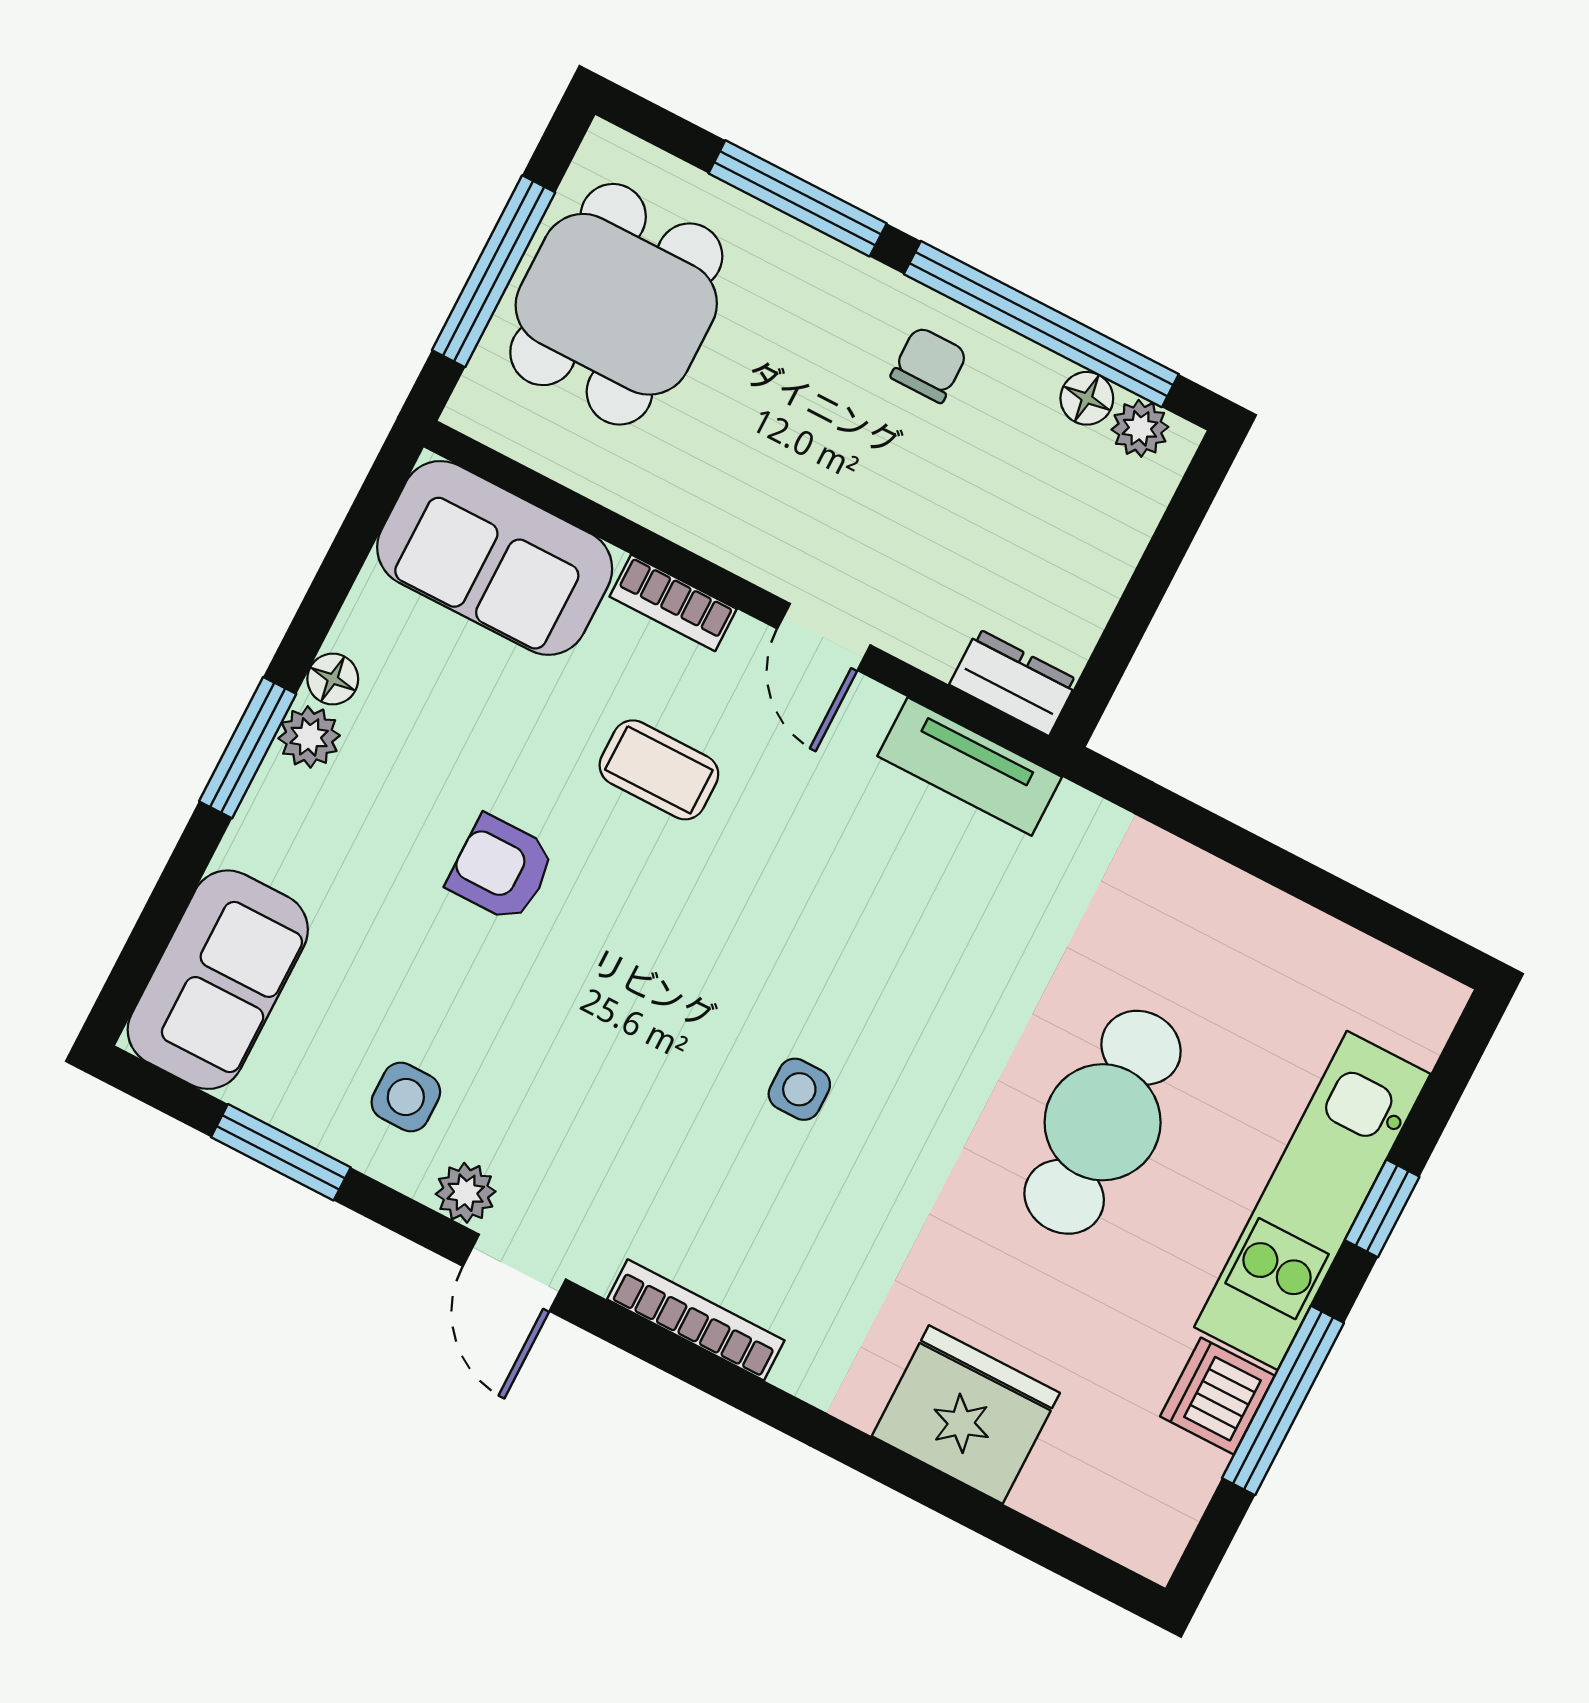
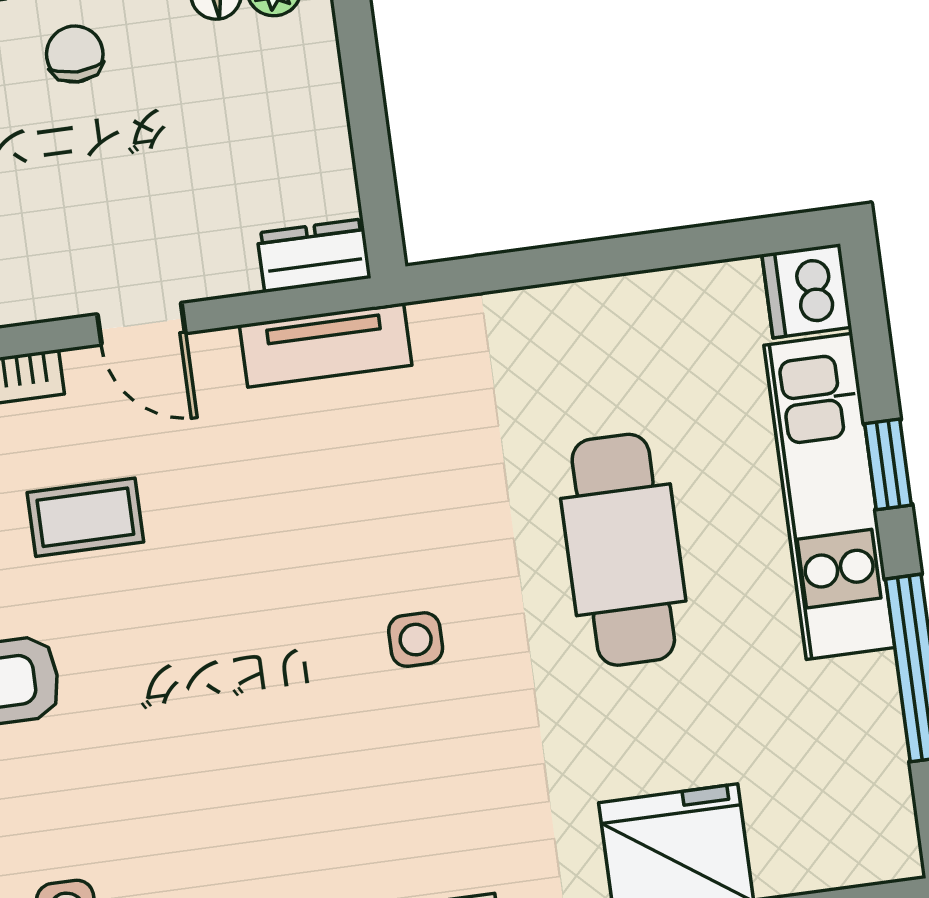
side table: (799, 1089) -> (416, 640), moved
dishwasher: (1217, 1396) -> (807, 291), moved

